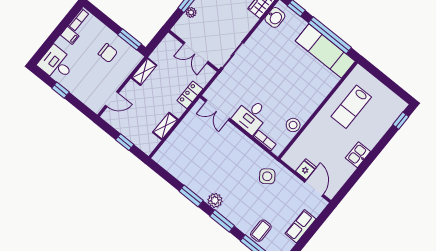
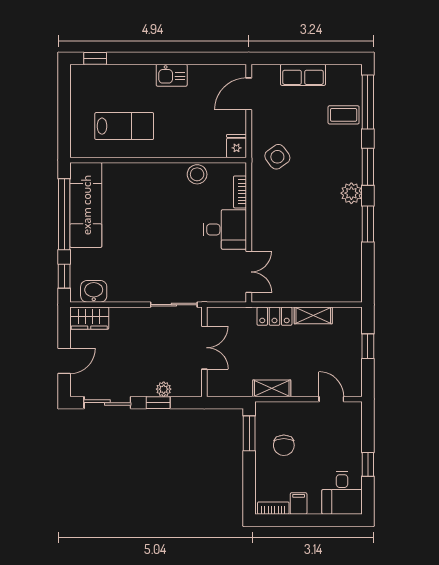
chair: (108, 53) -> (284, 445), turned 180
locker: (190, 95) -> (274, 316), moved
fridge: (306, 169) -> (237, 146), moved, turned 90

